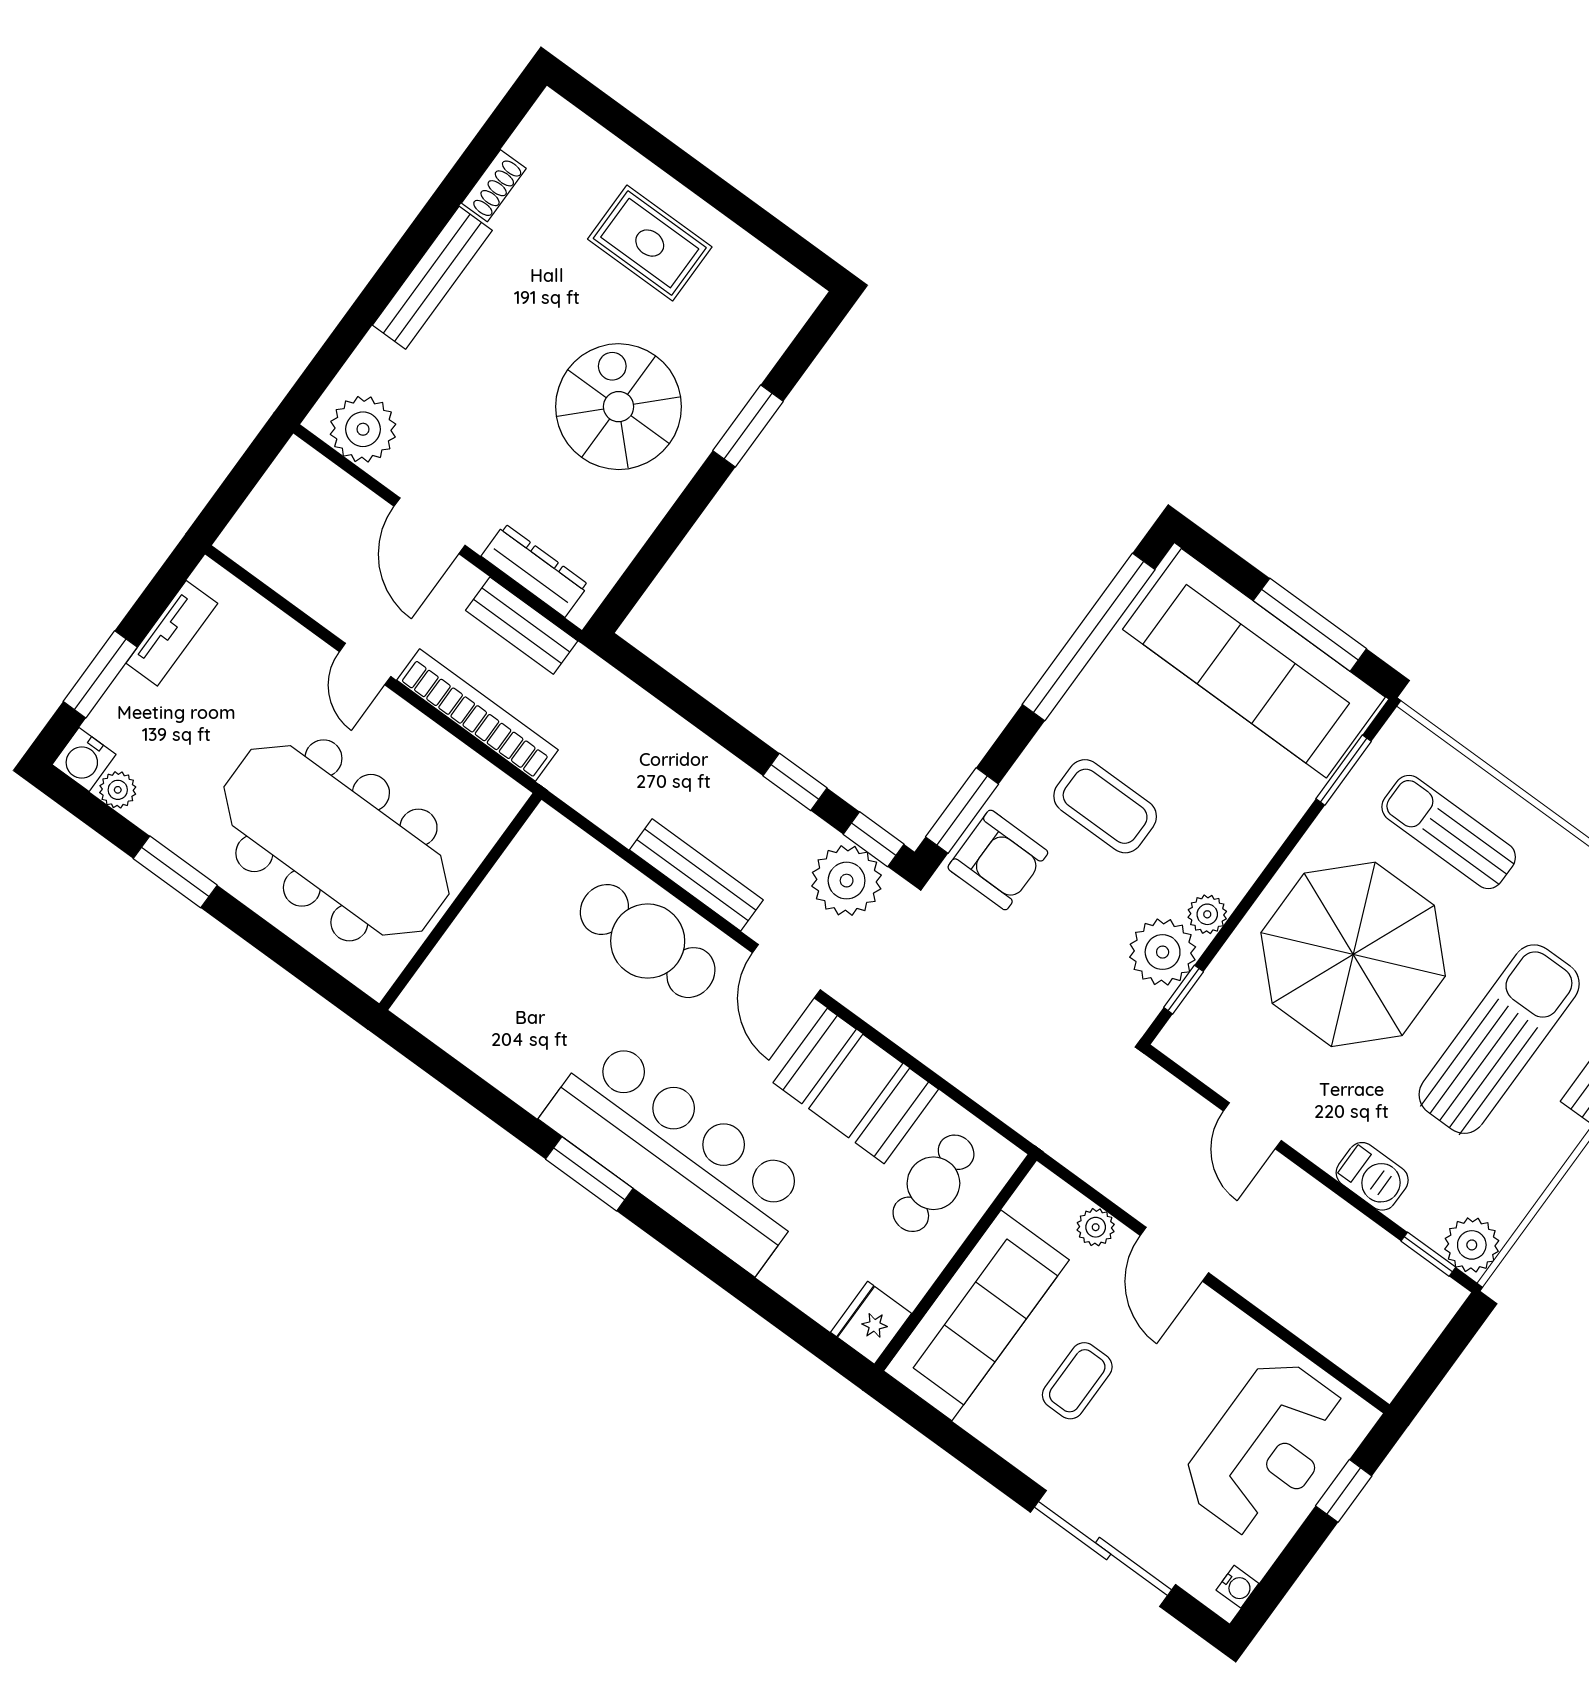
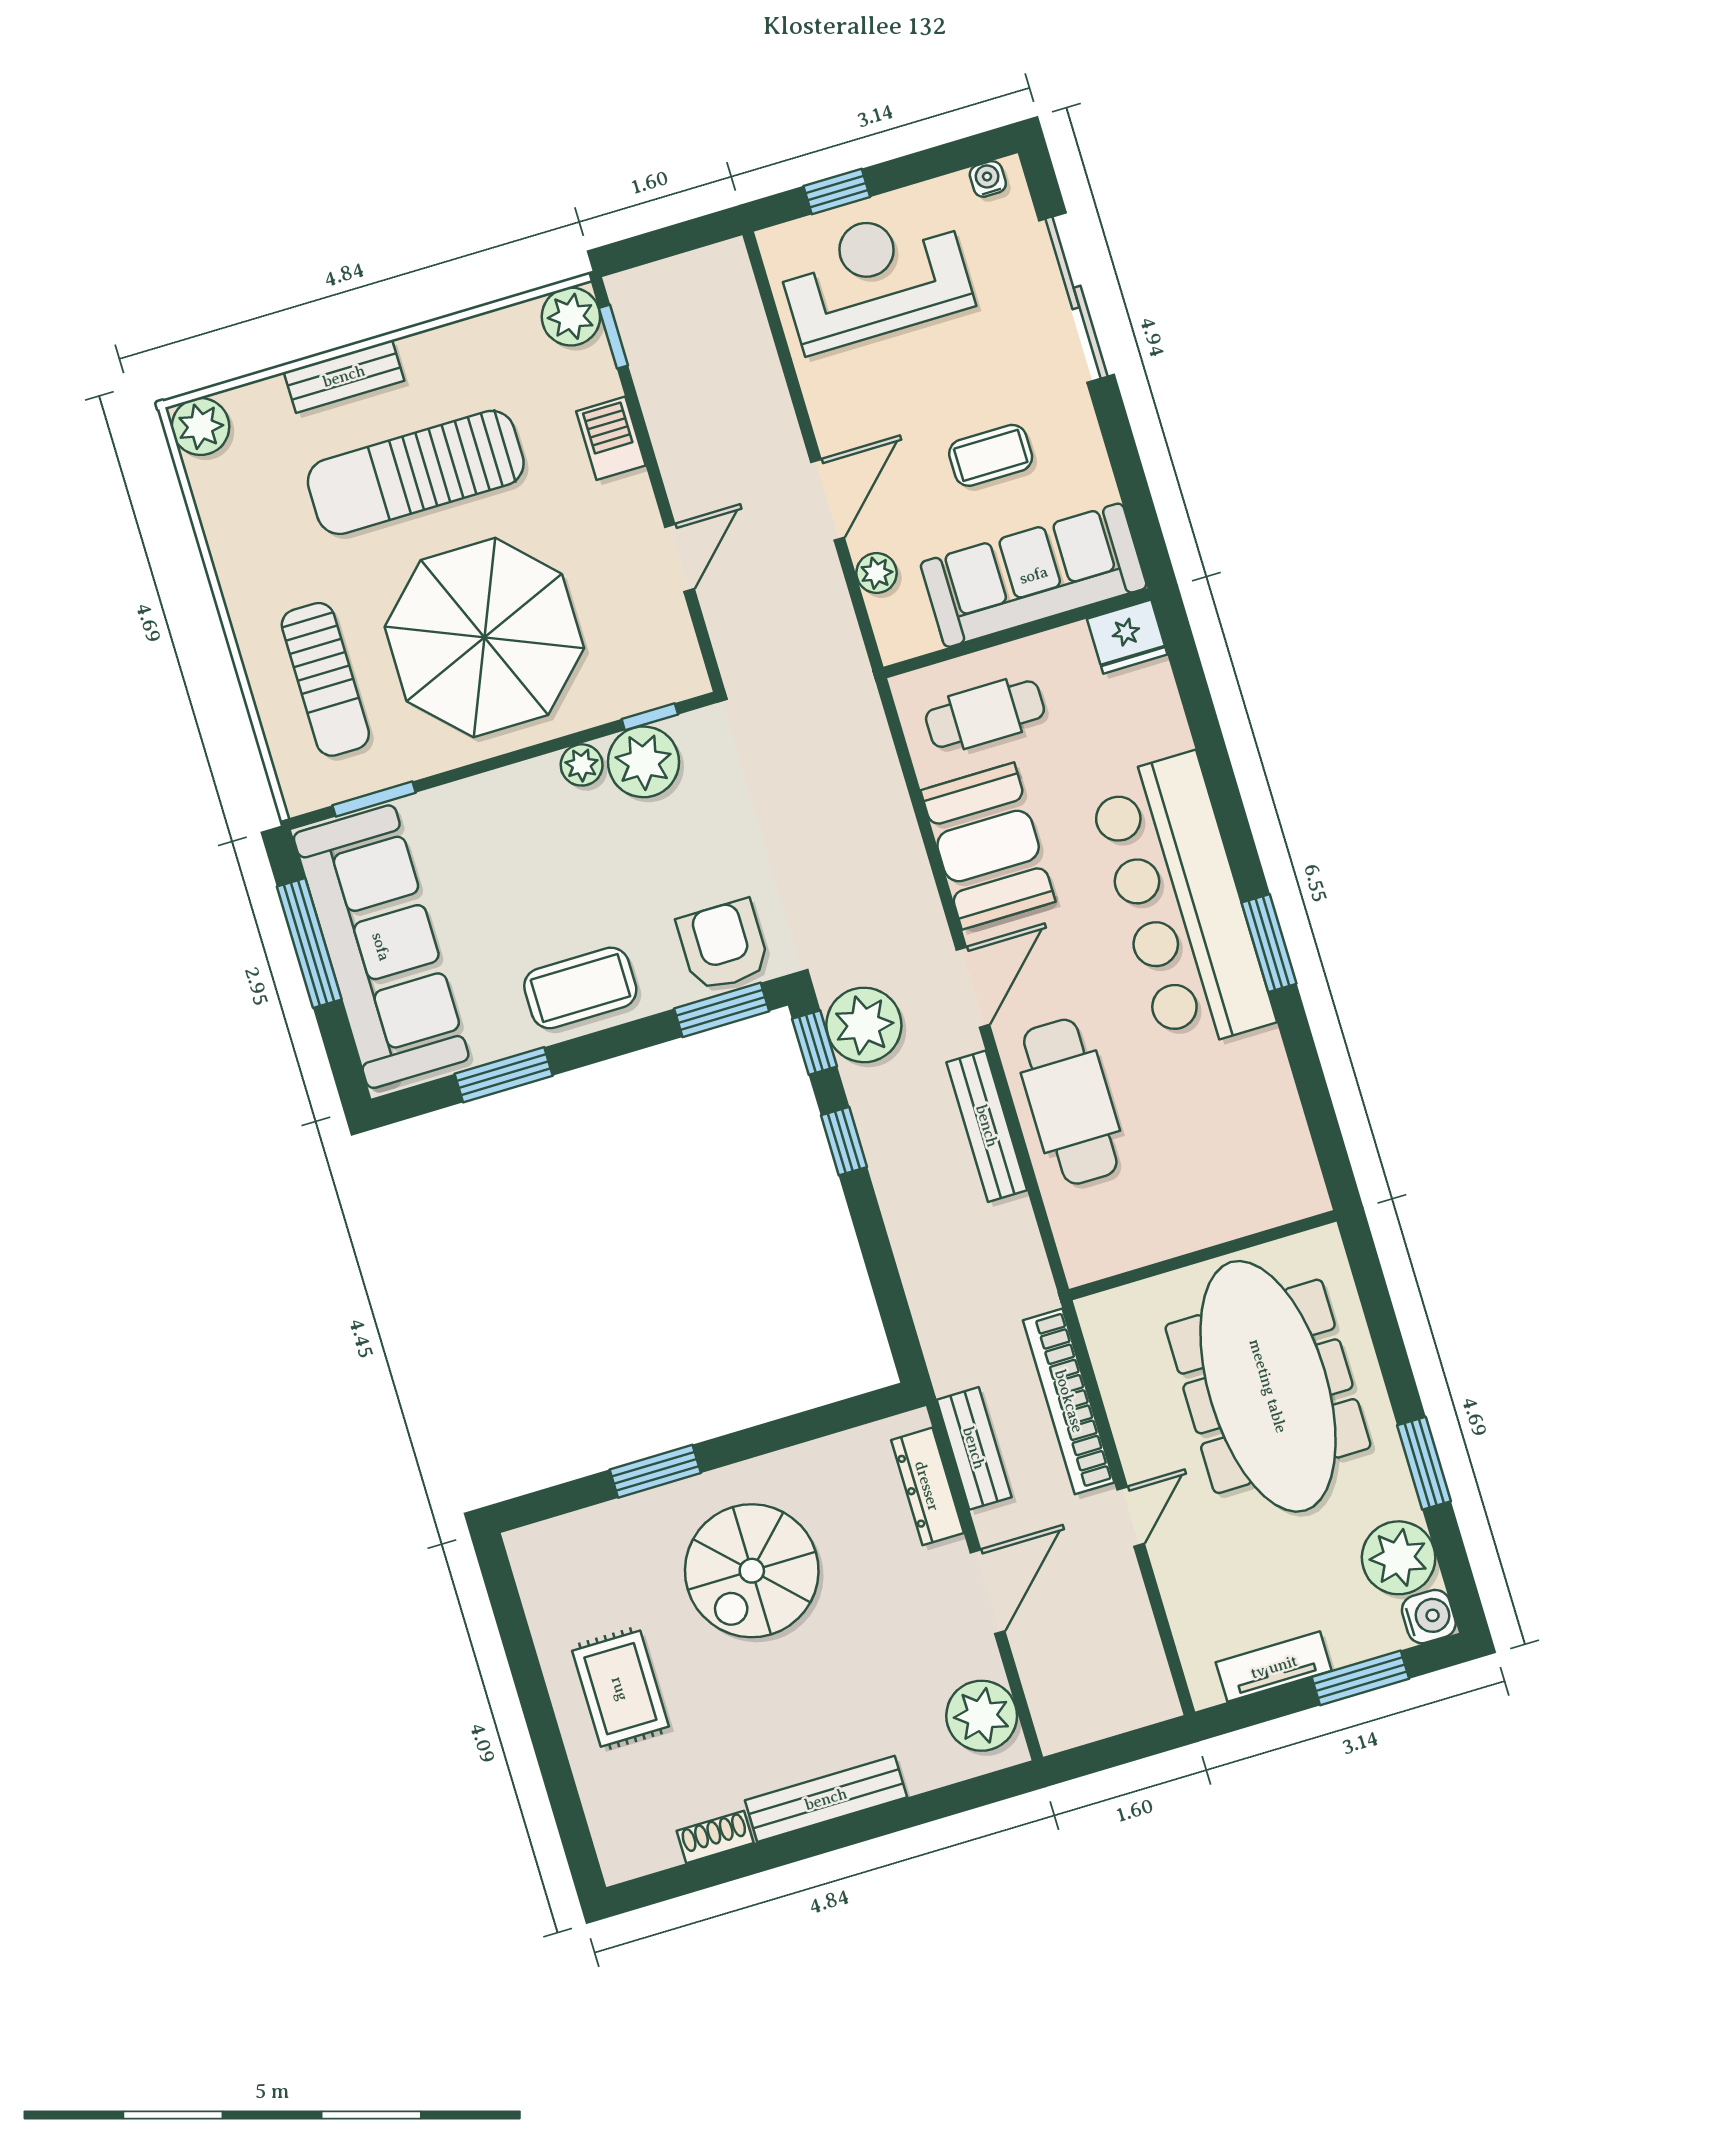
window: (1089, 637) -> (504, 1075), width x0.47
plant: (118, 790) -> (1399, 1558), width x1.88, depth x1.88
coffee table: (1105, 806) -> (580, 988), moved, turned 90

